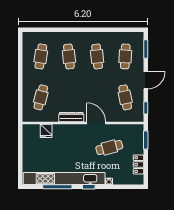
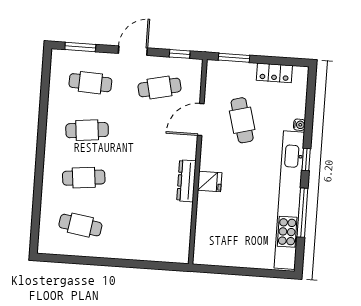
door: (146, 80) -> (133, 51), hinge flipped
cafe table: (41, 97) -> (150, 230), removed
door: (96, 123) -> (201, 119), moved
fridge: (46, 131) -> (210, 182), moved

